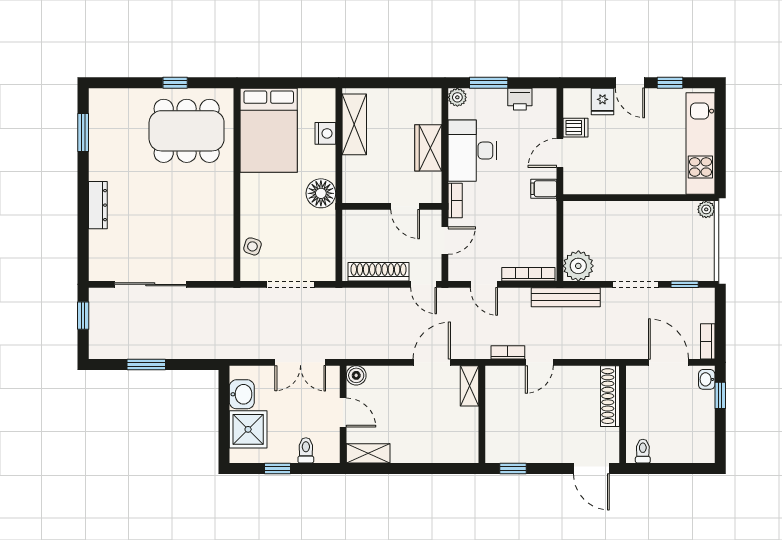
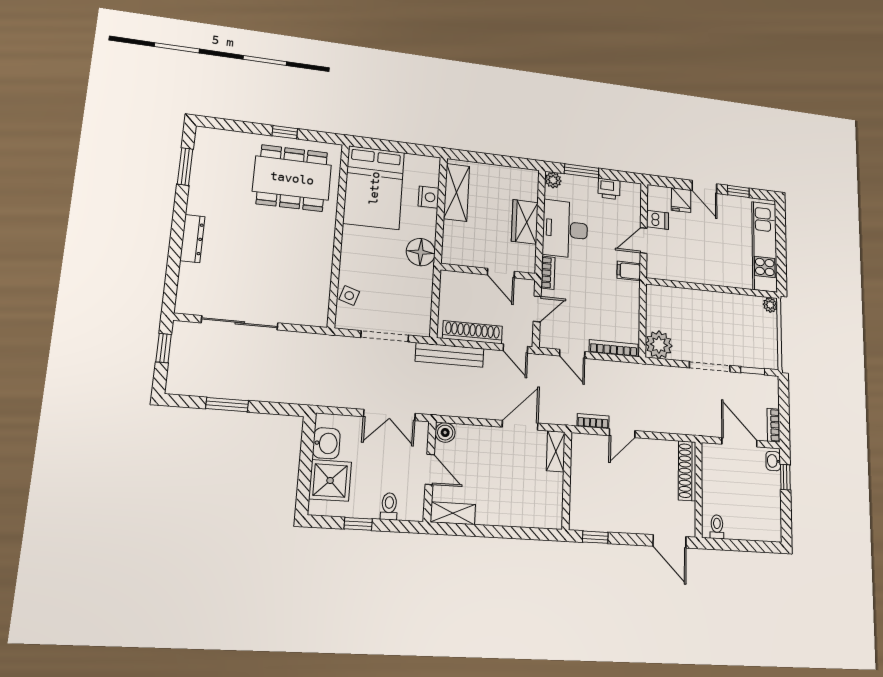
bench: (566, 297) -> (450, 355), moved

